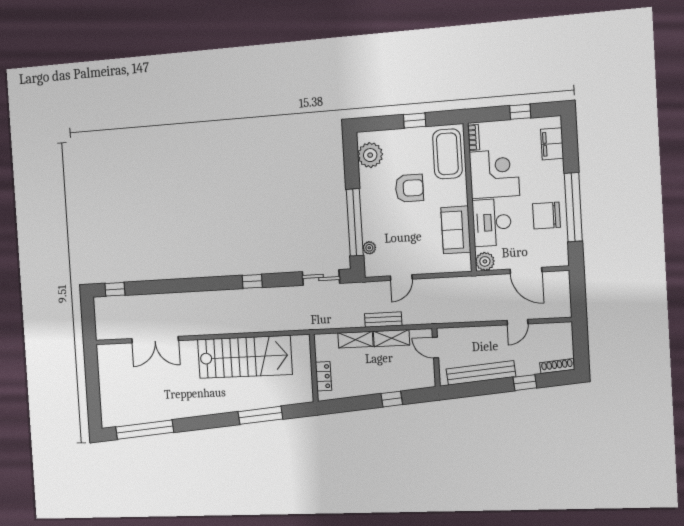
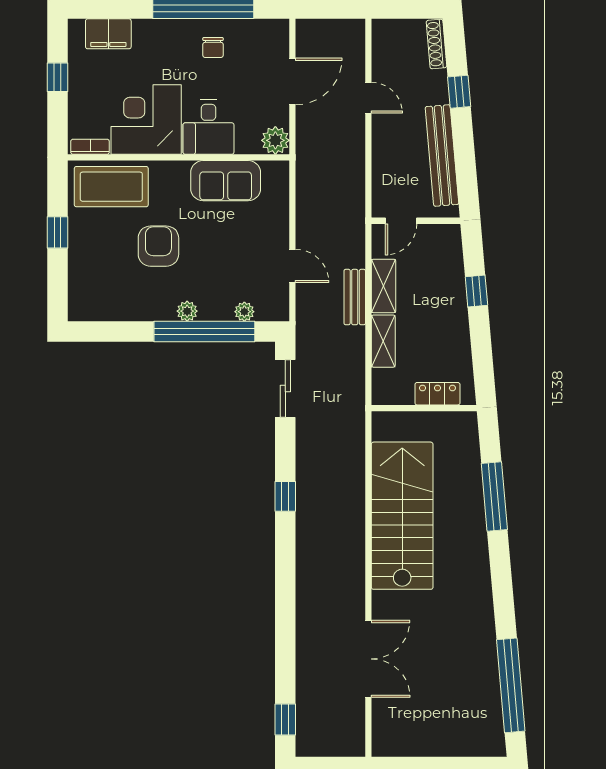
plant: (370, 155) -> (187, 311), moved, width x0.53, depth x0.53
chair: (546, 216) -> (213, 47), width x0.54, depth x0.54
desk: (492, 222) -> (208, 127), width x0.73

